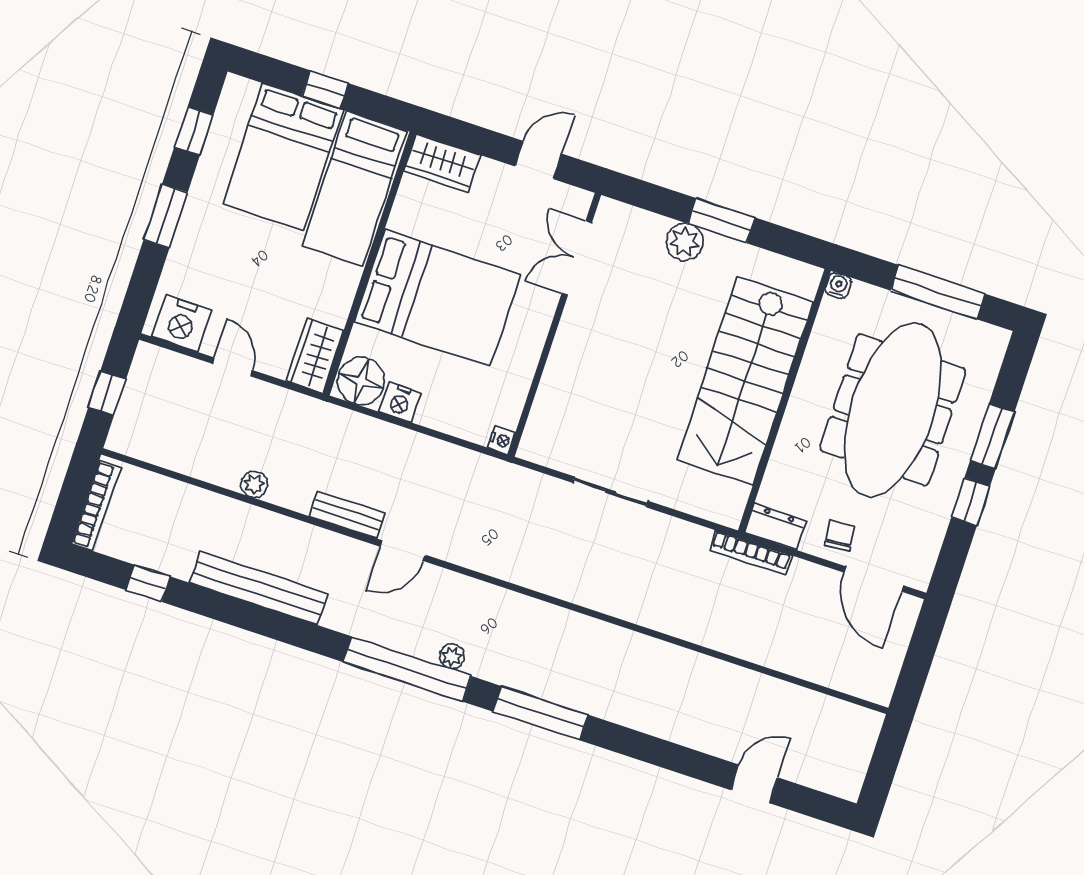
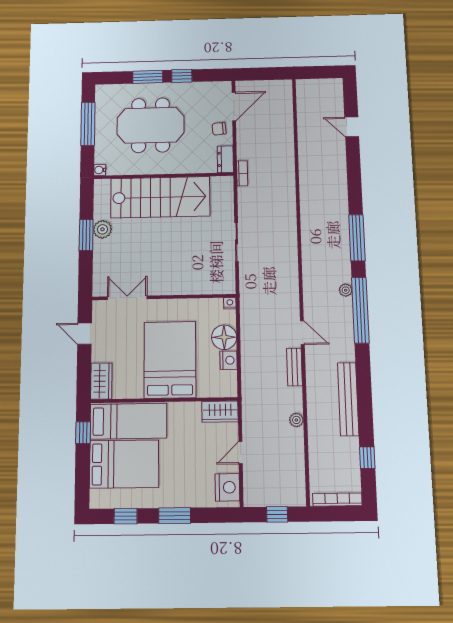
window: (325, 90) -> (83, 433), moved
plant: (685, 242) -> (102, 229), moved
double door: (577, 258) -> (127, 298), swing flipped
floor lamp: (361, 381) -> (224, 337), moved
meeting table: (893, 410) -> (151, 125), width x0.73
bookcase: (751, 553) -> (242, 173), width x0.64

